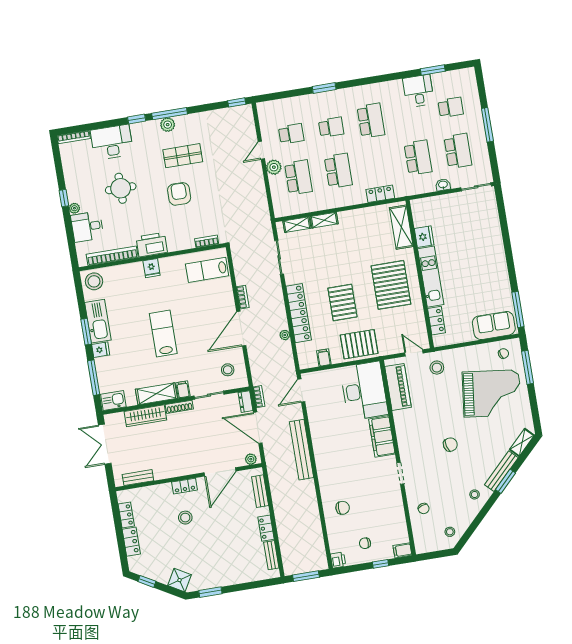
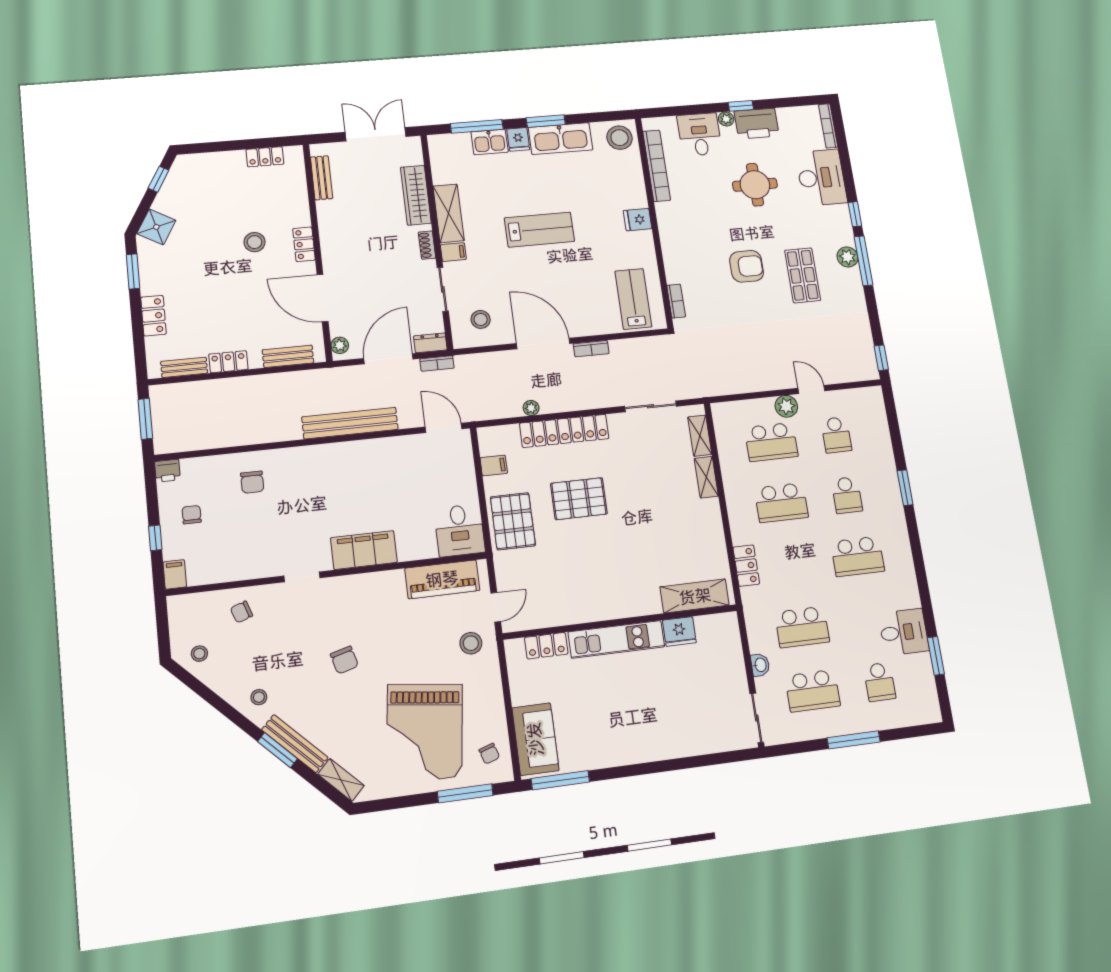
printer: (152, 245) -> (757, 123), moved, turned 90
pallet: (391, 285) -> (605, 576), removed
desk: (364, 391) -> (459, 530), width x0.53, depth x0.77
kitchen sink: (113, 400) -> (490, 142), moved, turned 90
shoe rack: (179, 407) -> (427, 245), width x0.70
locker: (131, 542) -> (153, 316), moved, turned -90

